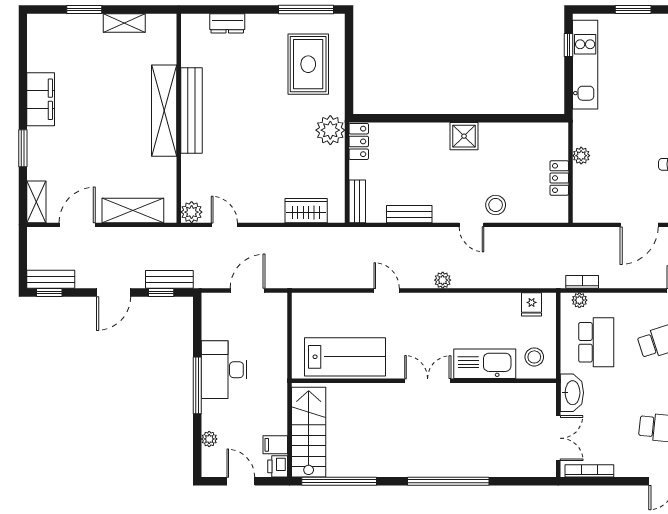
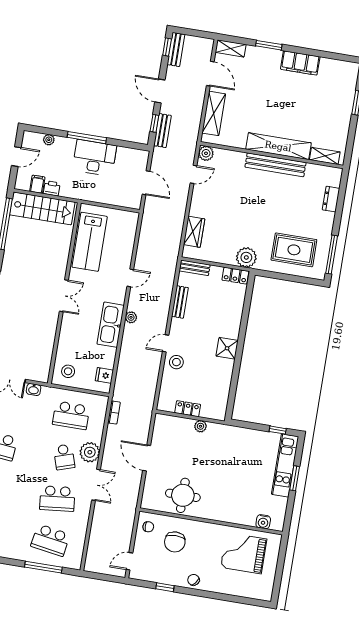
shelving: (124, 23) -> (325, 156), moved, turned 90
kitchen unit: (585, 65) -> (285, 465), moved, turned 90
plant: (579, 300) -> (90, 452), moved, width x1.87, depth x1.87
kitchen sink: (485, 364) -> (111, 325), moved, turned 180
washbasin: (572, 393) -> (34, 390), width x0.52, depth x0.69
printer: (278, 466) -> (52, 188), moved

